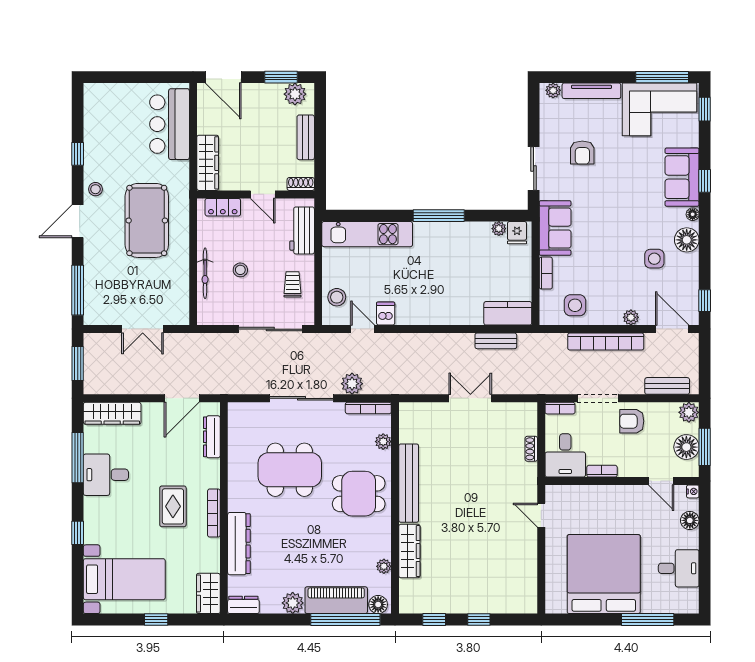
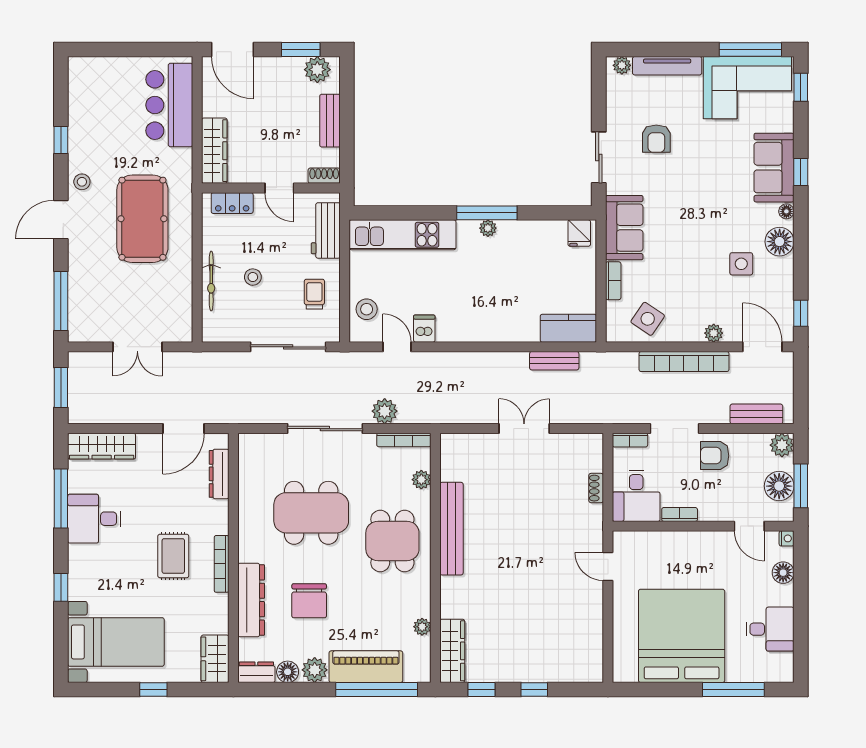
plant: (499, 229) -> (488, 228), moved
side table: (575, 305) -> (648, 319), turned 34
dining table: (359, 494) -> (392, 541), turned 90
chair: (288, 544) -> (309, 601), added
wardrobe: (409, 551) -> (452, 651), moved
floor lamp: (378, 605) -> (288, 672), moved

